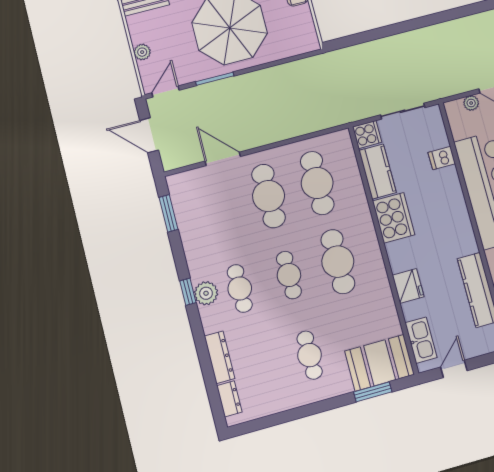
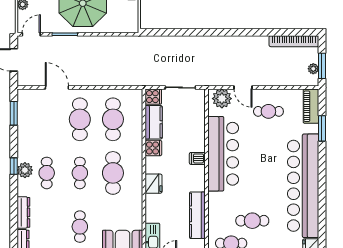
plant: (471, 103) -> (222, 99), width x1.88, depth x1.88
dishwasher: (442, 158) -> (197, 158), moved
cooker: (394, 218) -> (153, 148), width x0.53, depth x0.76
fridge: (408, 286) -> (154, 184), moved

